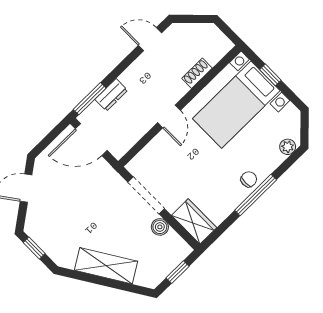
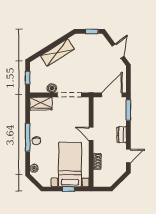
dresser: (111, 95) -> (122, 135), moved

